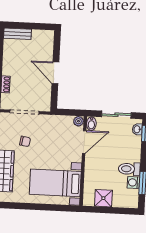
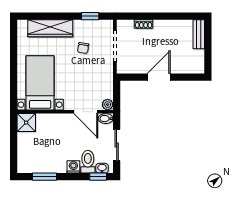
toilet: (129, 169) -> (88, 162), moved
washing machine: (133, 183) -> (73, 167), moved
shower: (103, 198) -> (26, 123), moved

